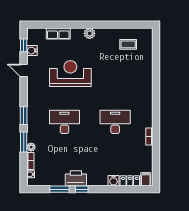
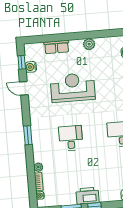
desk: (64, 122) -> (71, 138), width x0.73
window: (24, 142) -> (30, 163), removed

